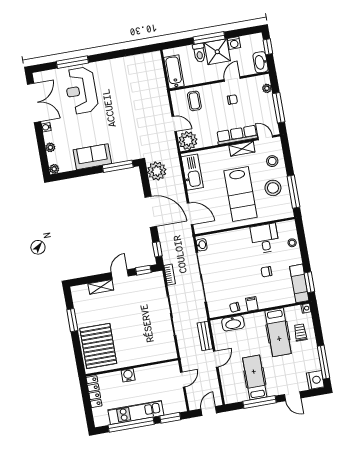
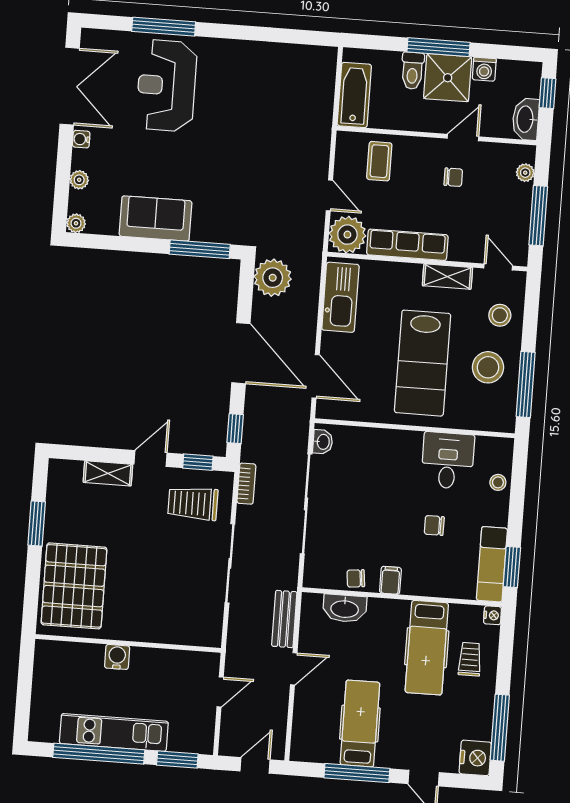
row of seats: (237, 135) -> (407, 245), moved
trolley: (146, 291) -> (193, 503), added
locker: (94, 392) -> (43, 672), removed

